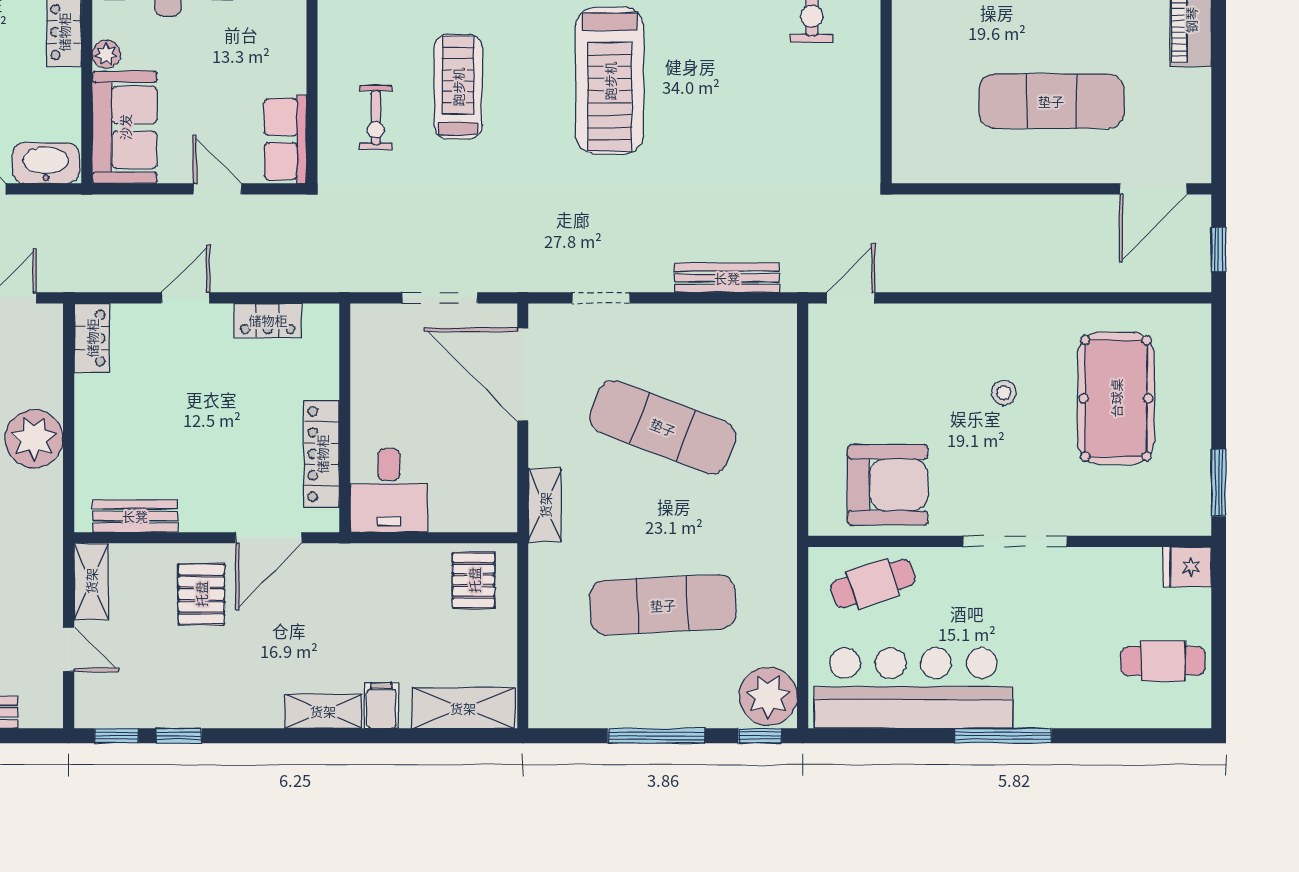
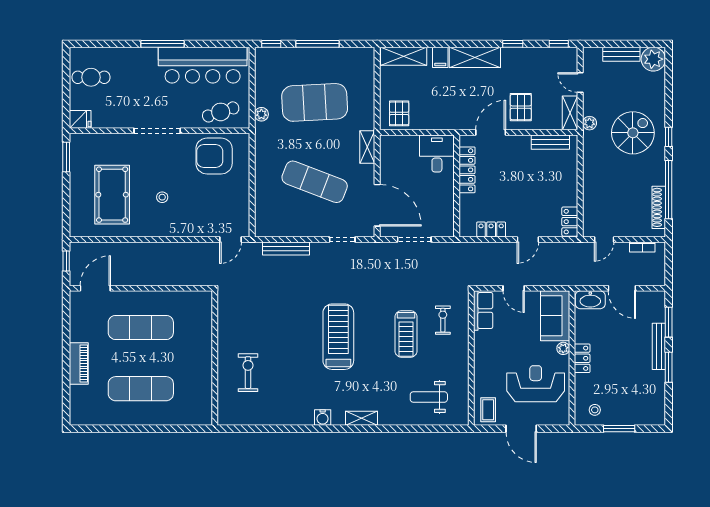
plant: (34, 439) -> (589, 123), moved, width x0.53, depth x0.53
exercise mat: (663, 605) -> (315, 102), width x1.47
plant: (768, 696) -> (261, 114), moved, width x0.53, depth x0.53
shelving: (323, 711) -> (475, 57), width x1.50, depth x1.33
window: (179, 736) -> (513, 44), moved

